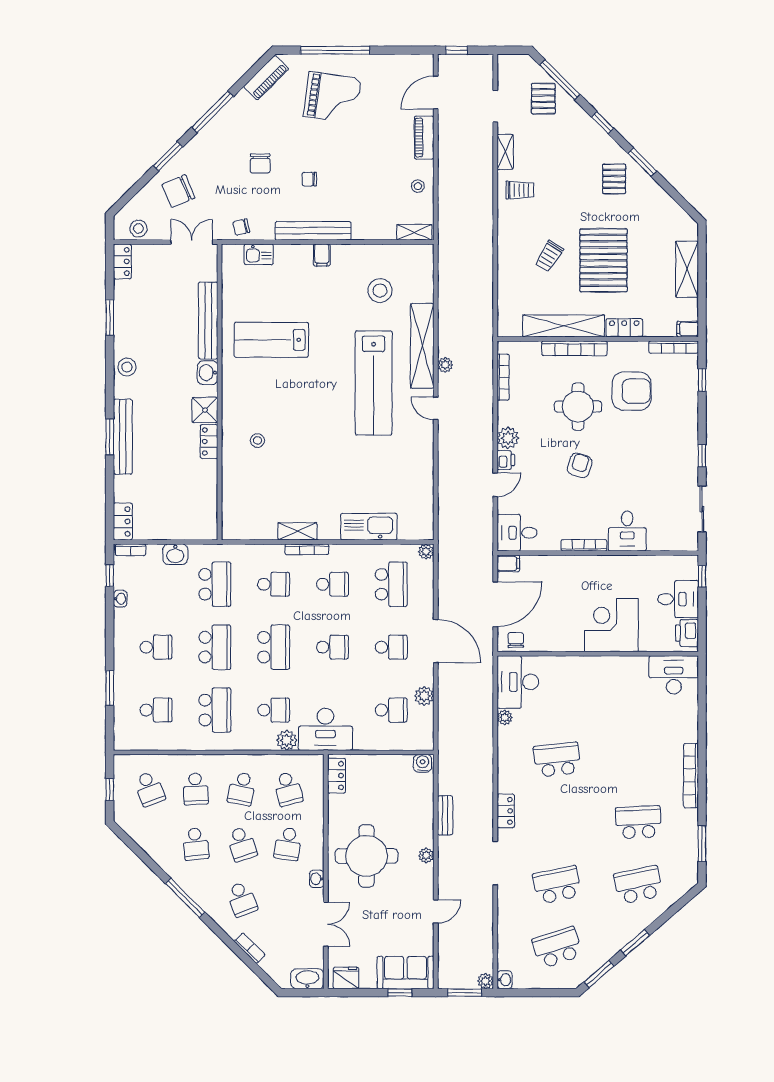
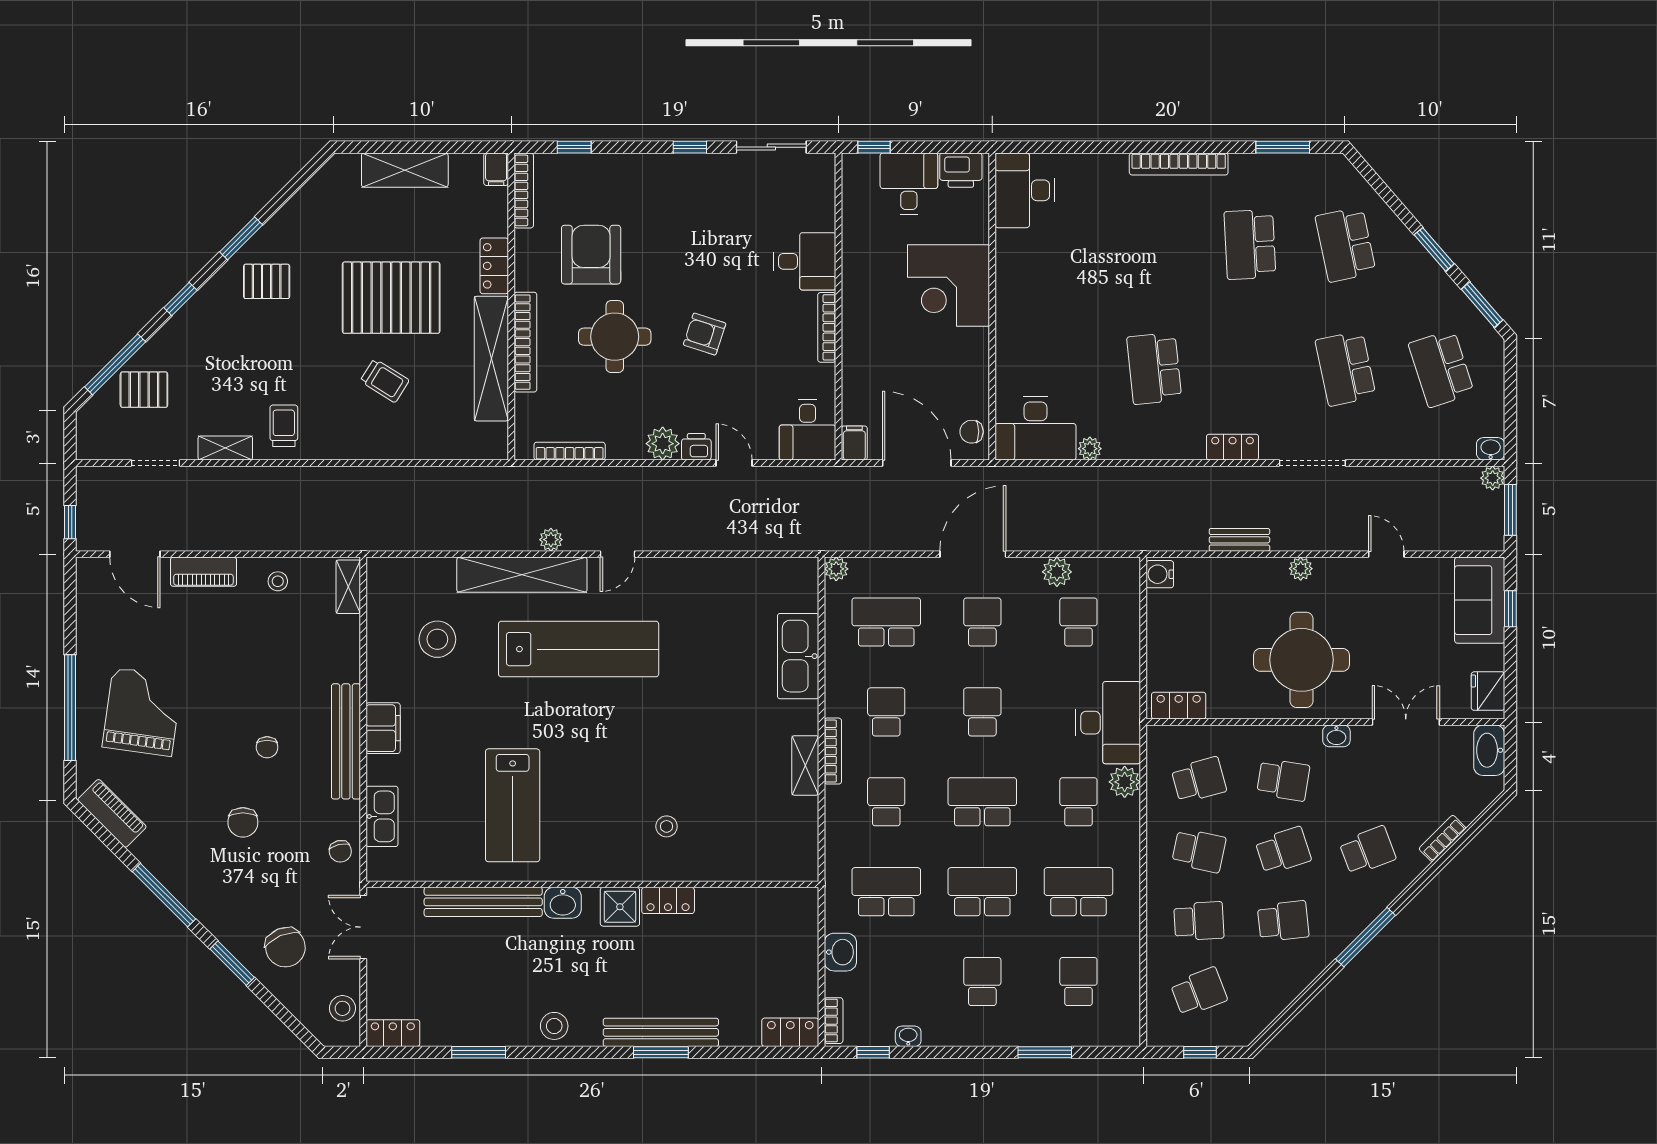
chair: (260, 163) -> (243, 822), turned 90
kitchen sink: (259, 254) -> (382, 816), width x1.38
filing cabinet: (322, 255) -> (383, 728), width x2.00

